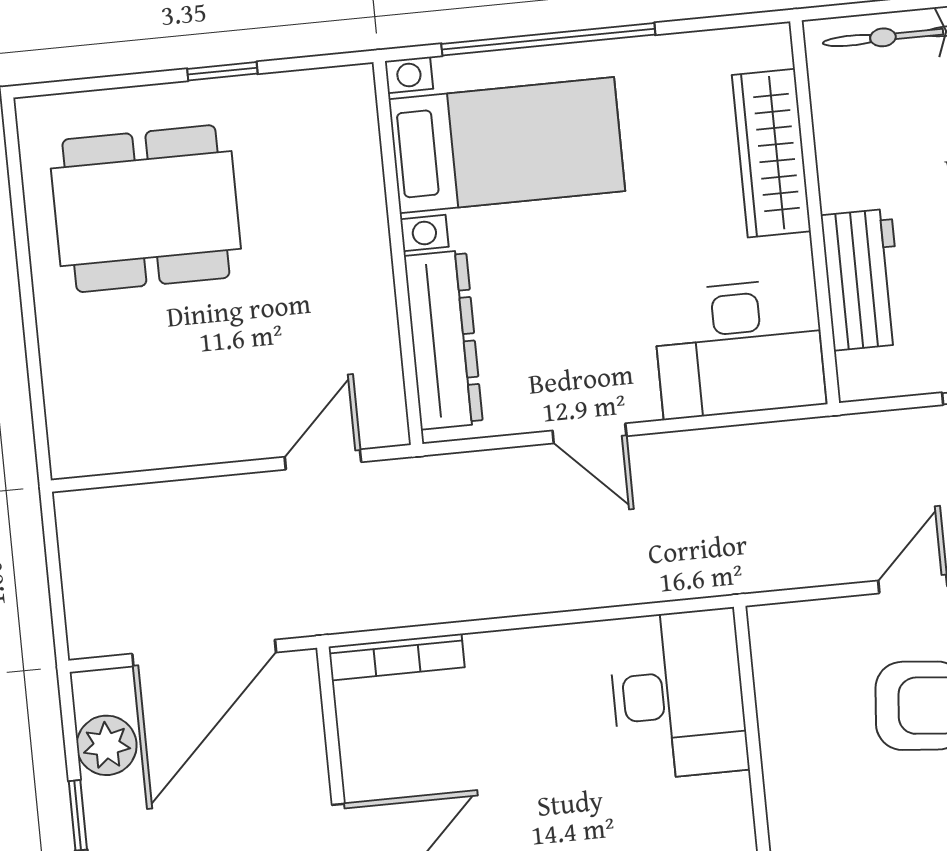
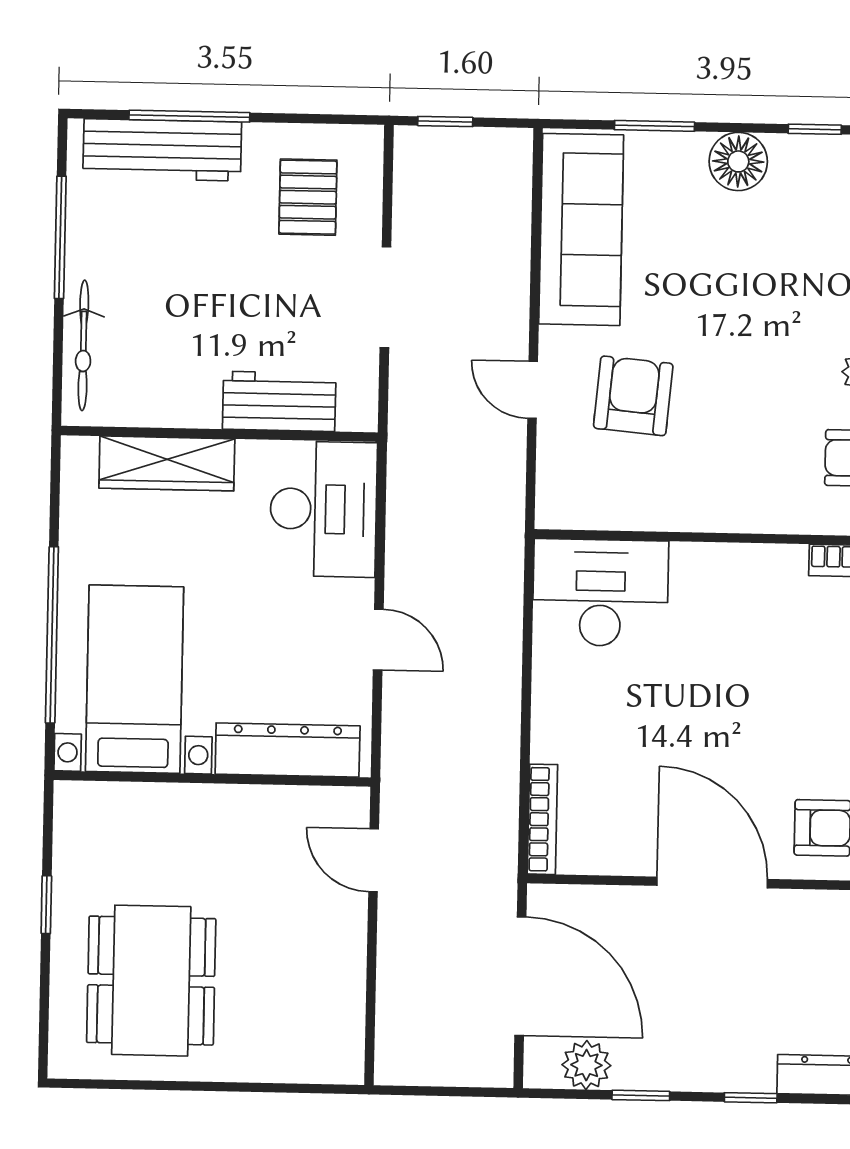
door: (589, 433) -> (378, 640), hinge flipped

